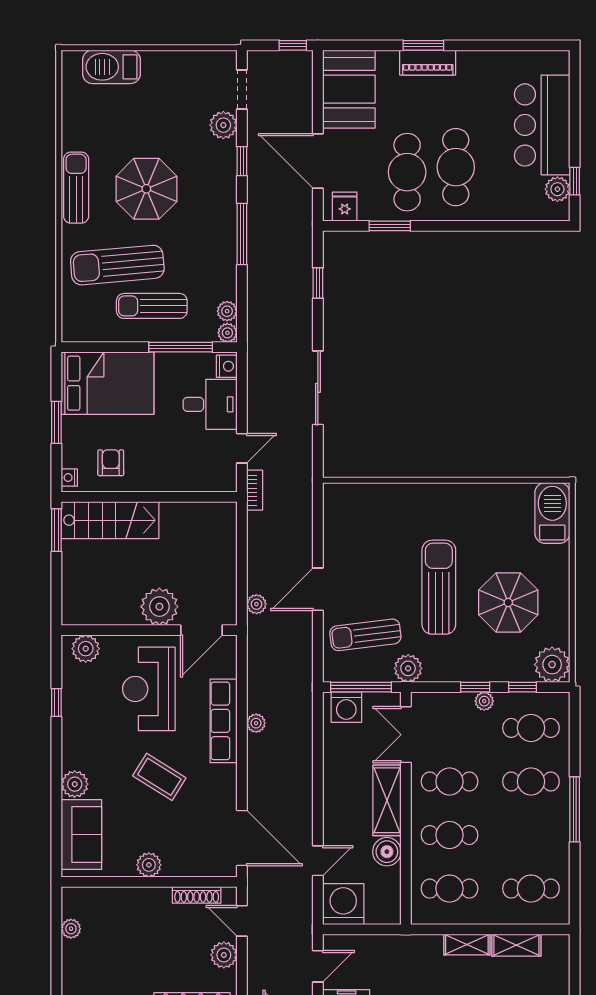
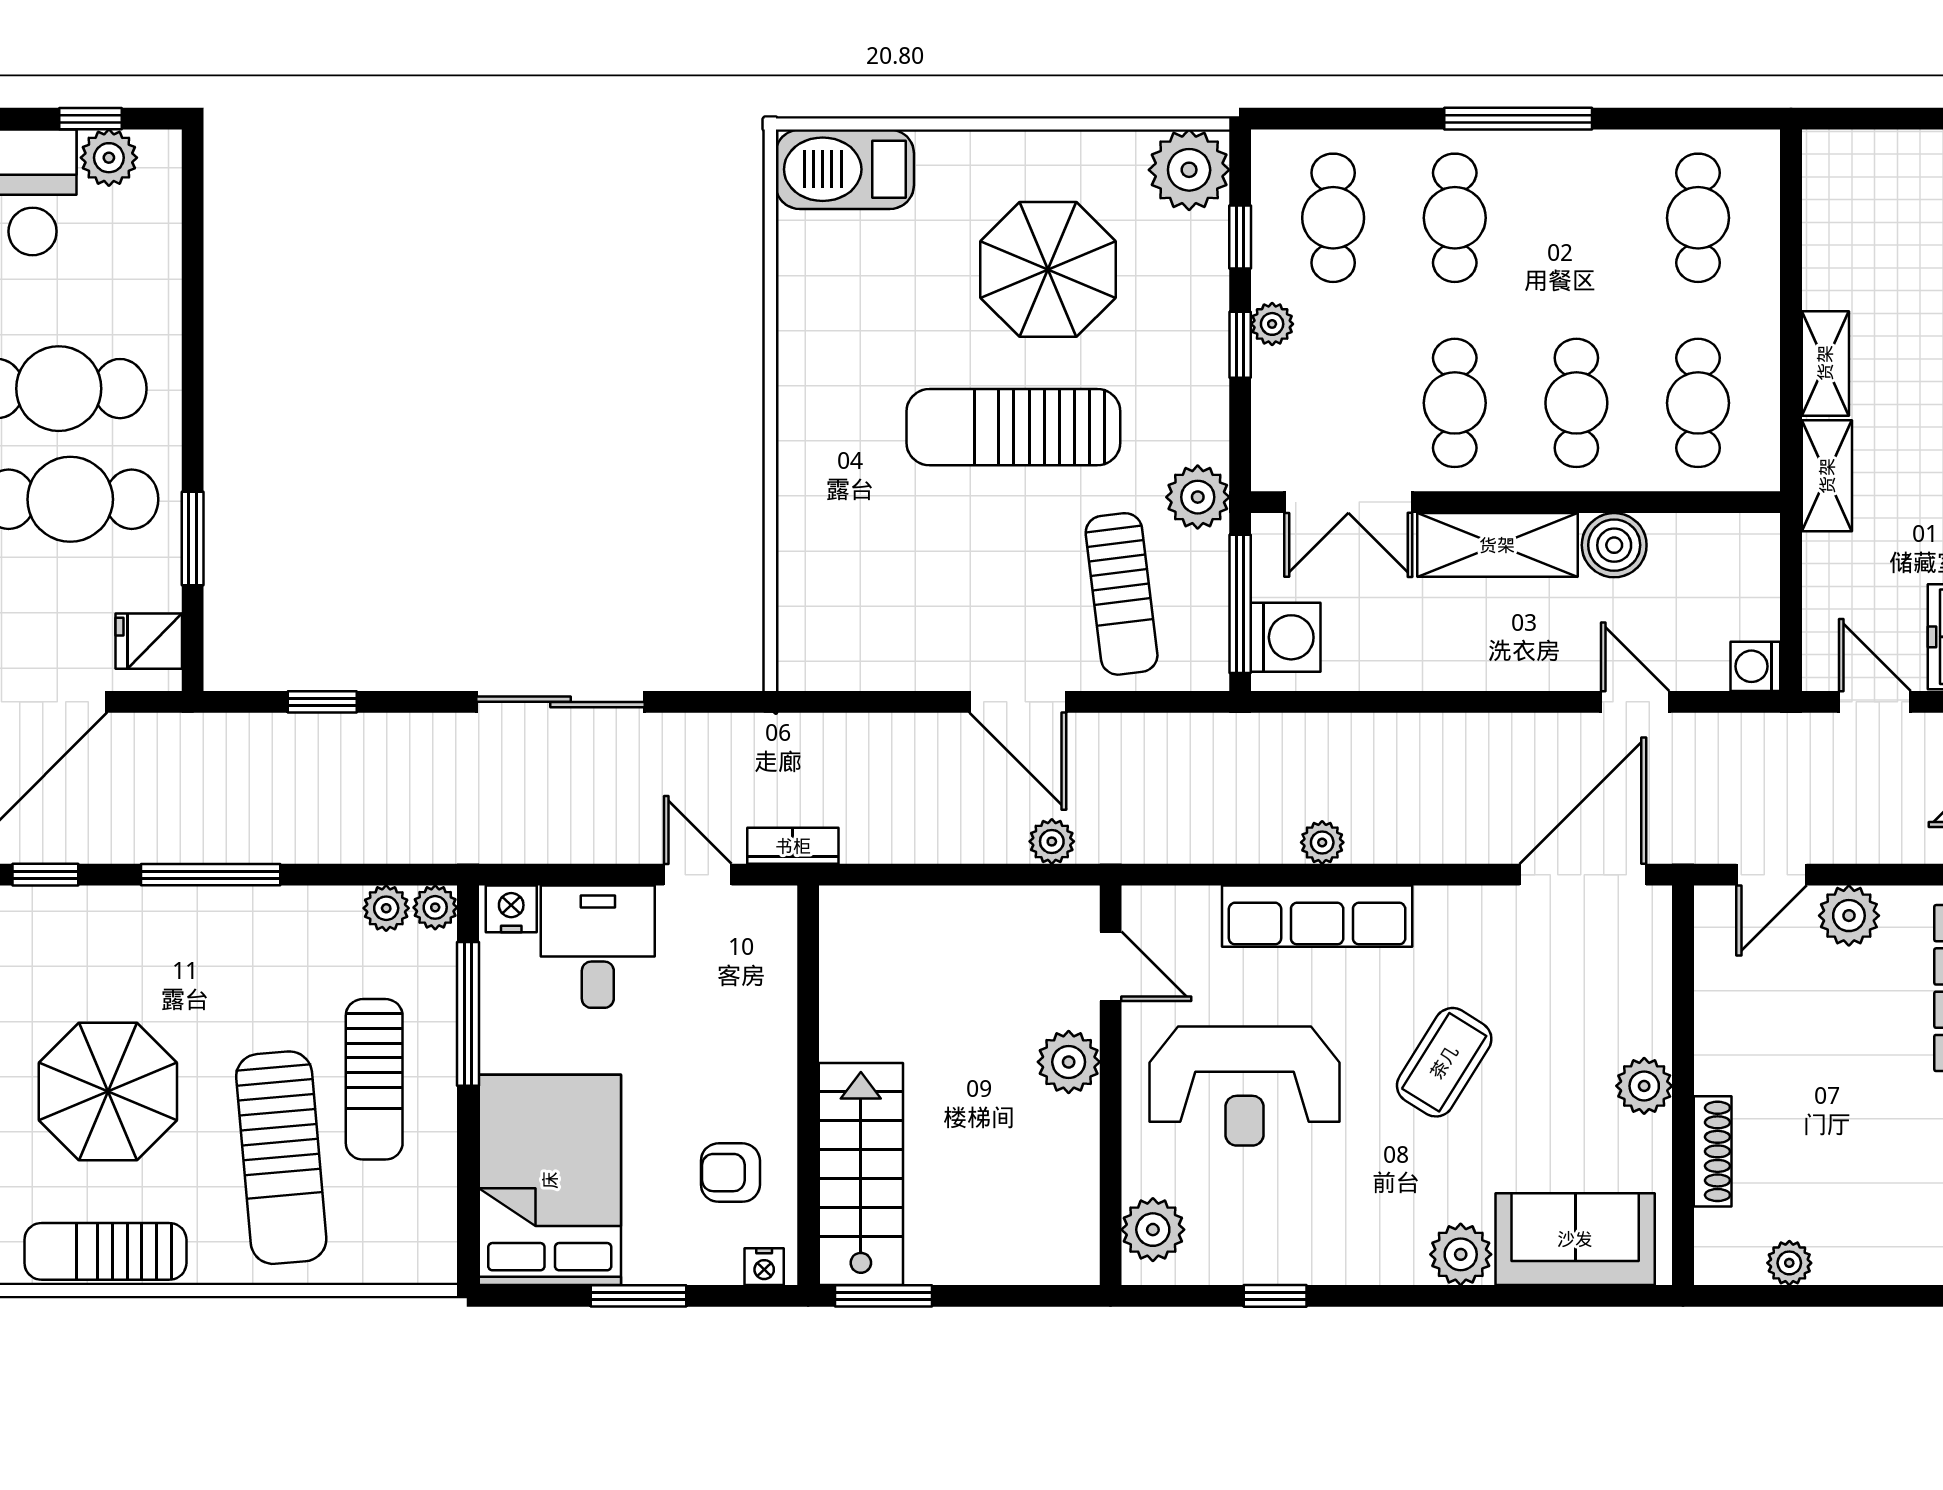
plant: (159, 607) -> (1069, 1062), width x0.73, depth x0.73
door: (202, 630) -> (1111, 966), width x0.73
shoe rack: (197, 895) -> (1713, 1151), moved
washing machine: (343, 904) -> (1755, 666), width x0.53, depth x0.53
shelving: (516, 945) -> (1827, 476), moved

